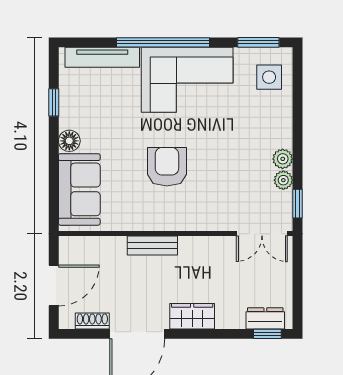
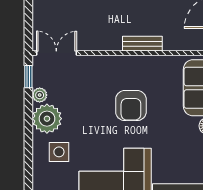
side table: (269, 77) -> (59, 152), moved
plant: (283, 159) -> (47, 119), width x1.88, depth x1.88

